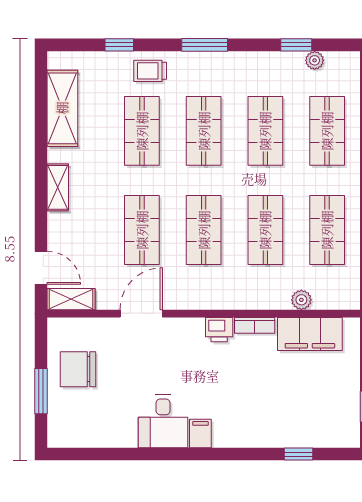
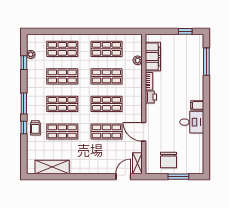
window: (119, 45) -> (24, 128), moved
shelving: (58, 187) -> (87, 169), removed
window: (299, 454) -> (206, 62), width x2.17

